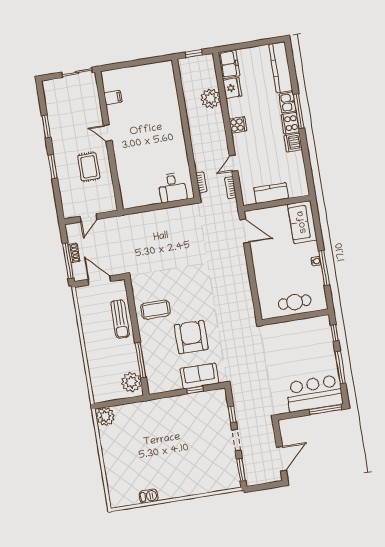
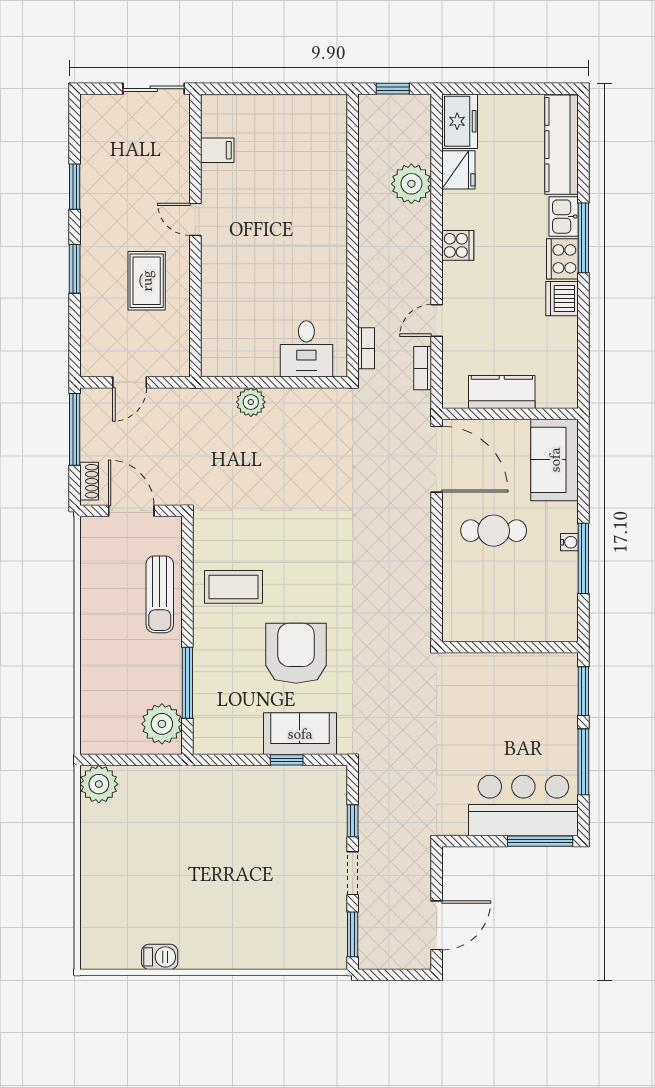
plant: (149, 218) -> (251, 402), added
door: (245, 231) -> (437, 459), width x1.36
shoe rack: (74, 253) -> (89, 481), moved
window: (68, 261) -> (75, 429), moved
cafe table: (295, 302) -> (494, 531), moved
window: (335, 333) -> (583, 691), width x1.50

